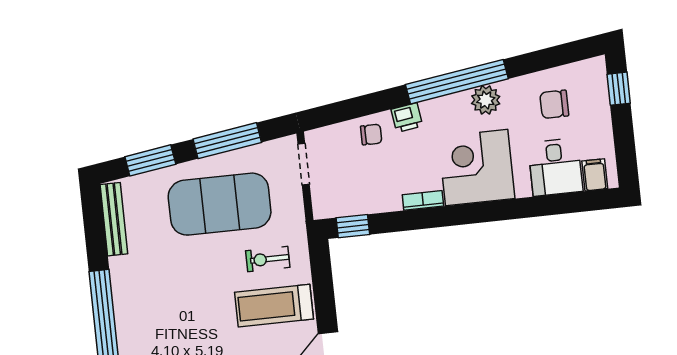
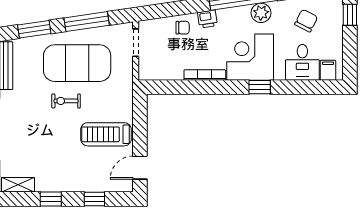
chair: (554, 104) -> (306, 21), turned 117
bookcase: (423, 200) -> (205, 75), width x1.56
window: (353, 226) -> (260, 87), moved
exercise bike: (268, 259) -> (66, 101), moved

